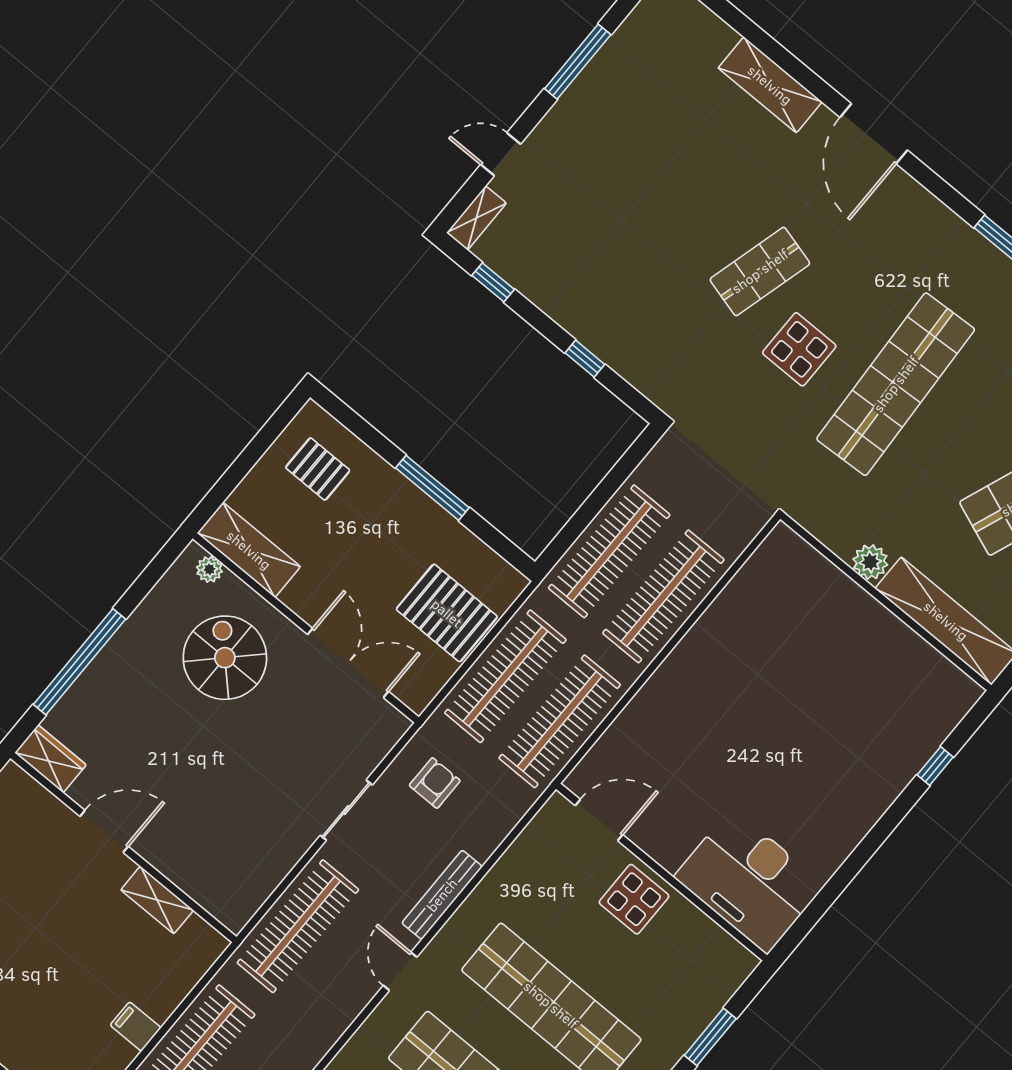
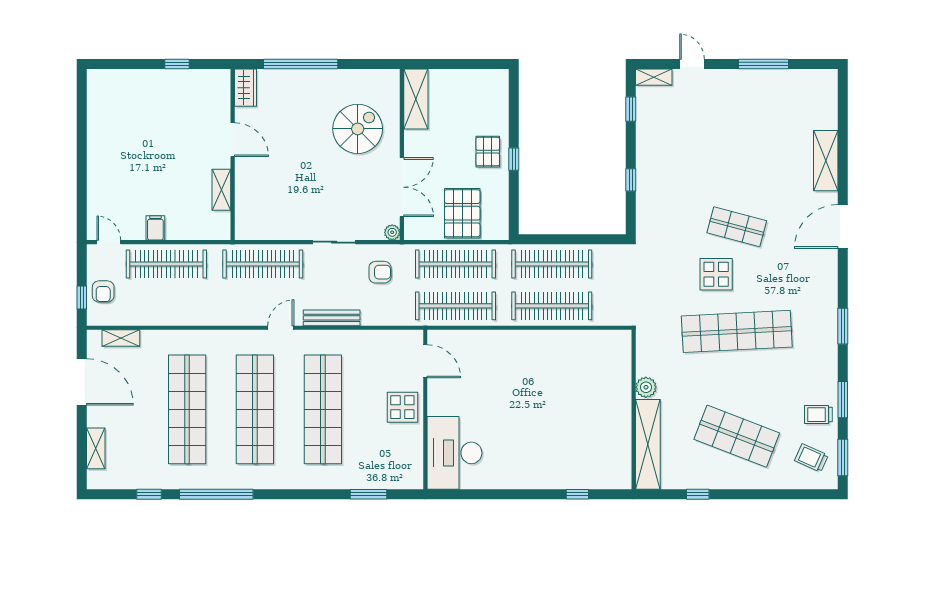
pallet: (318, 469) -> (488, 152), moved
window: (432, 488) -> (514, 159), width x0.46
plant: (209, 569) -> (392, 232), moved

